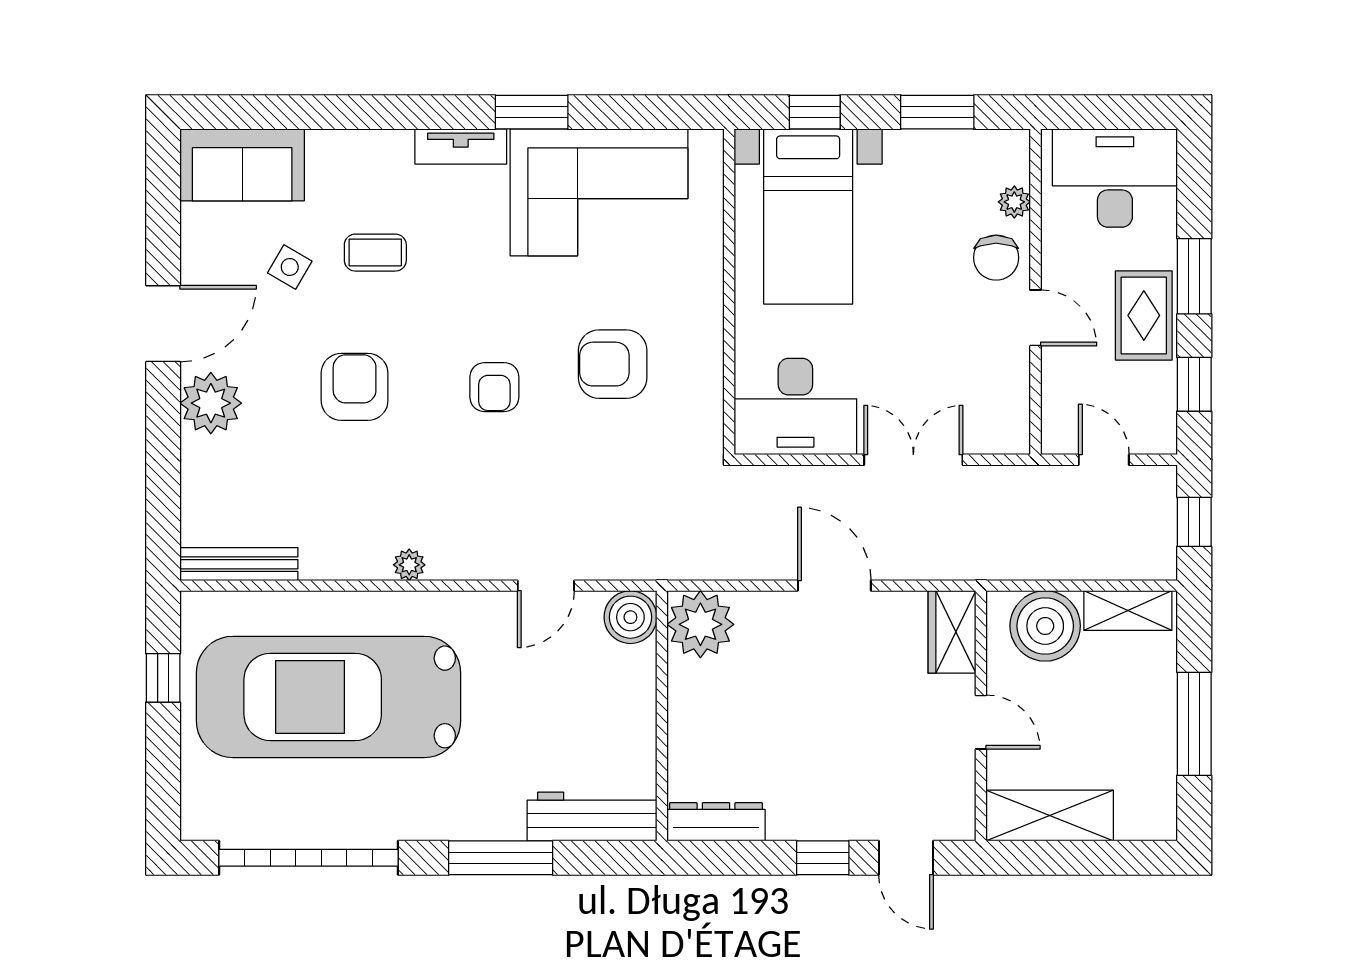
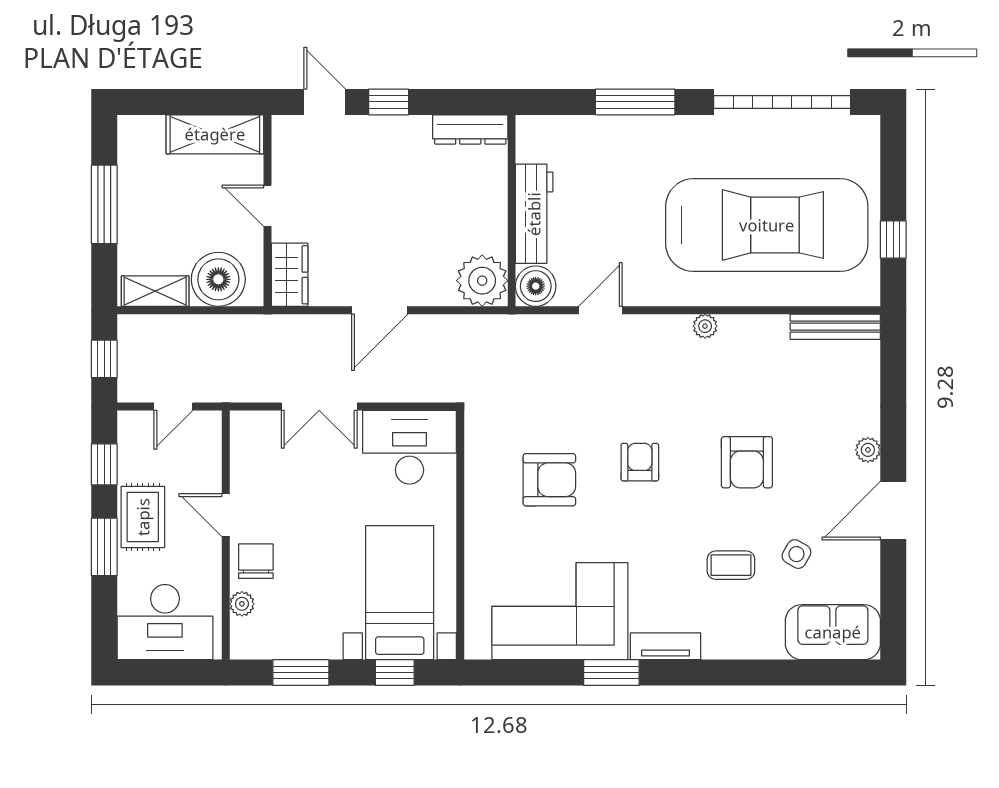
plant: (211, 403) -> (868, 450), width x0.53, depth x0.53
door: (1104, 460) -> (173, 407), hinge flipped
door: (834, 586) -> (380, 310), hinge flipped
workbench: (592, 817) -> (534, 214), moved, turned -90

